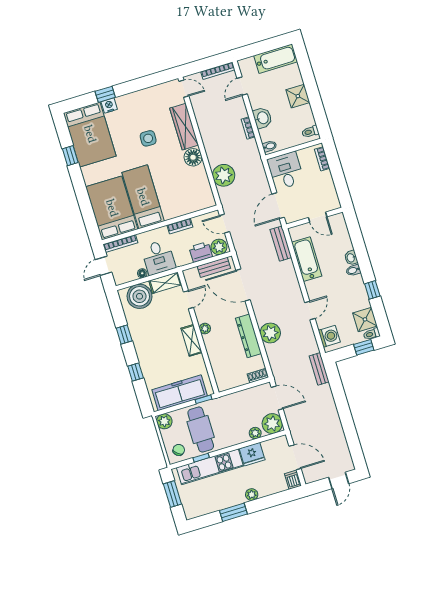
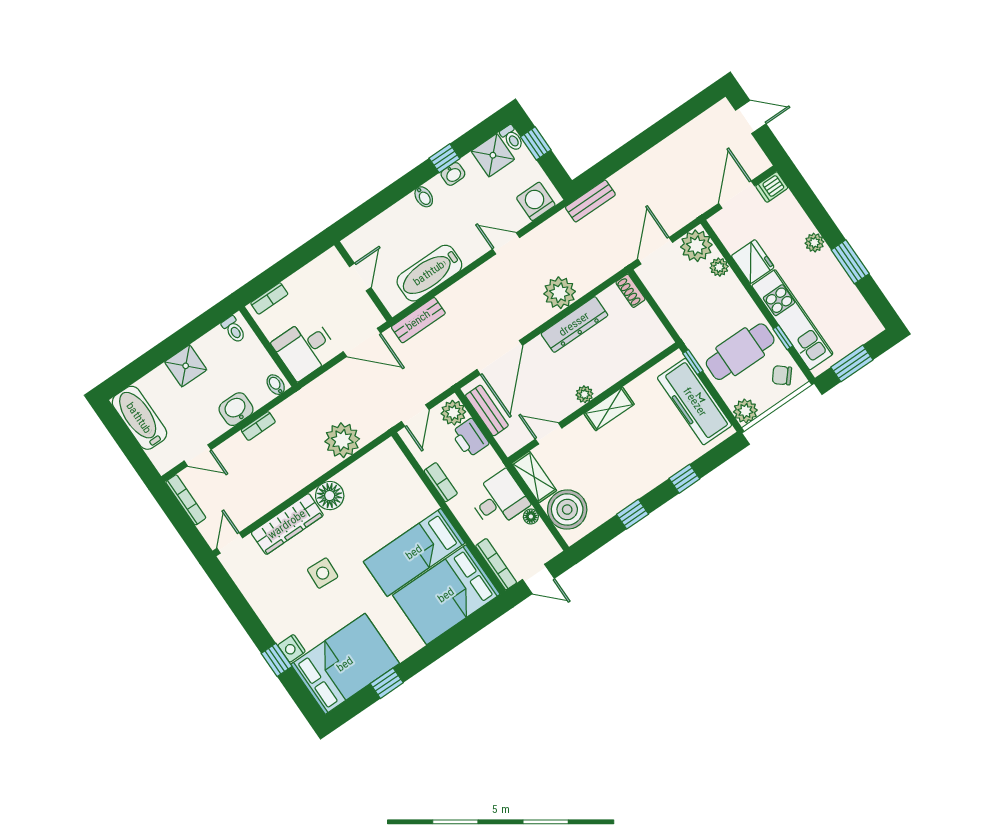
washbasin: (351, 258) -> (453, 174), moved

